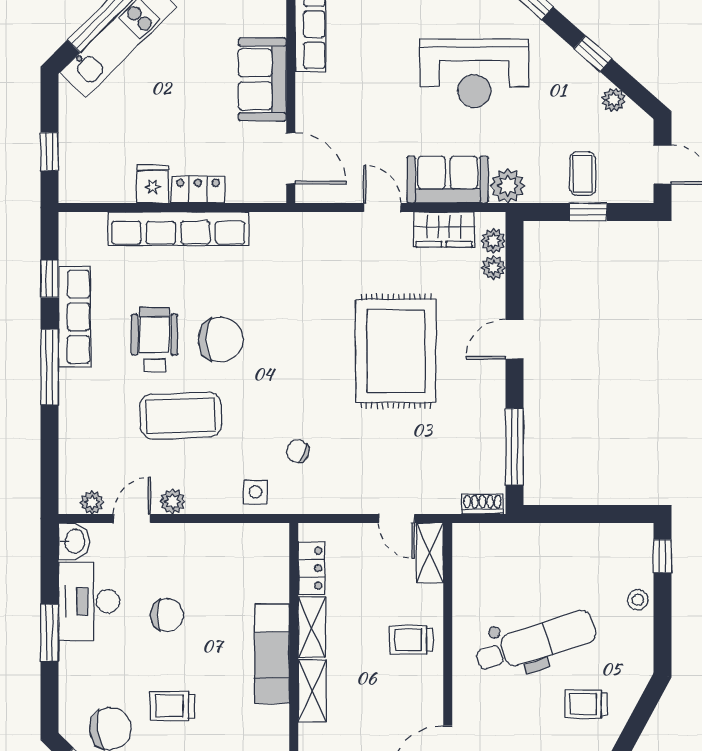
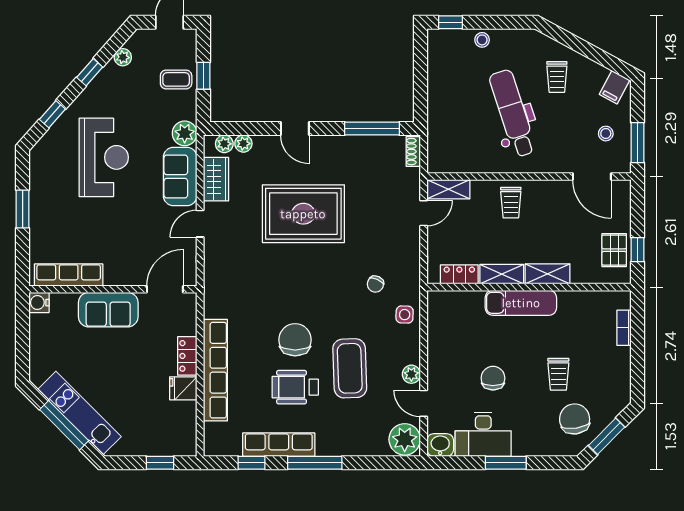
plant: (92, 502) -> (405, 439), width x1.88, depth x1.88

